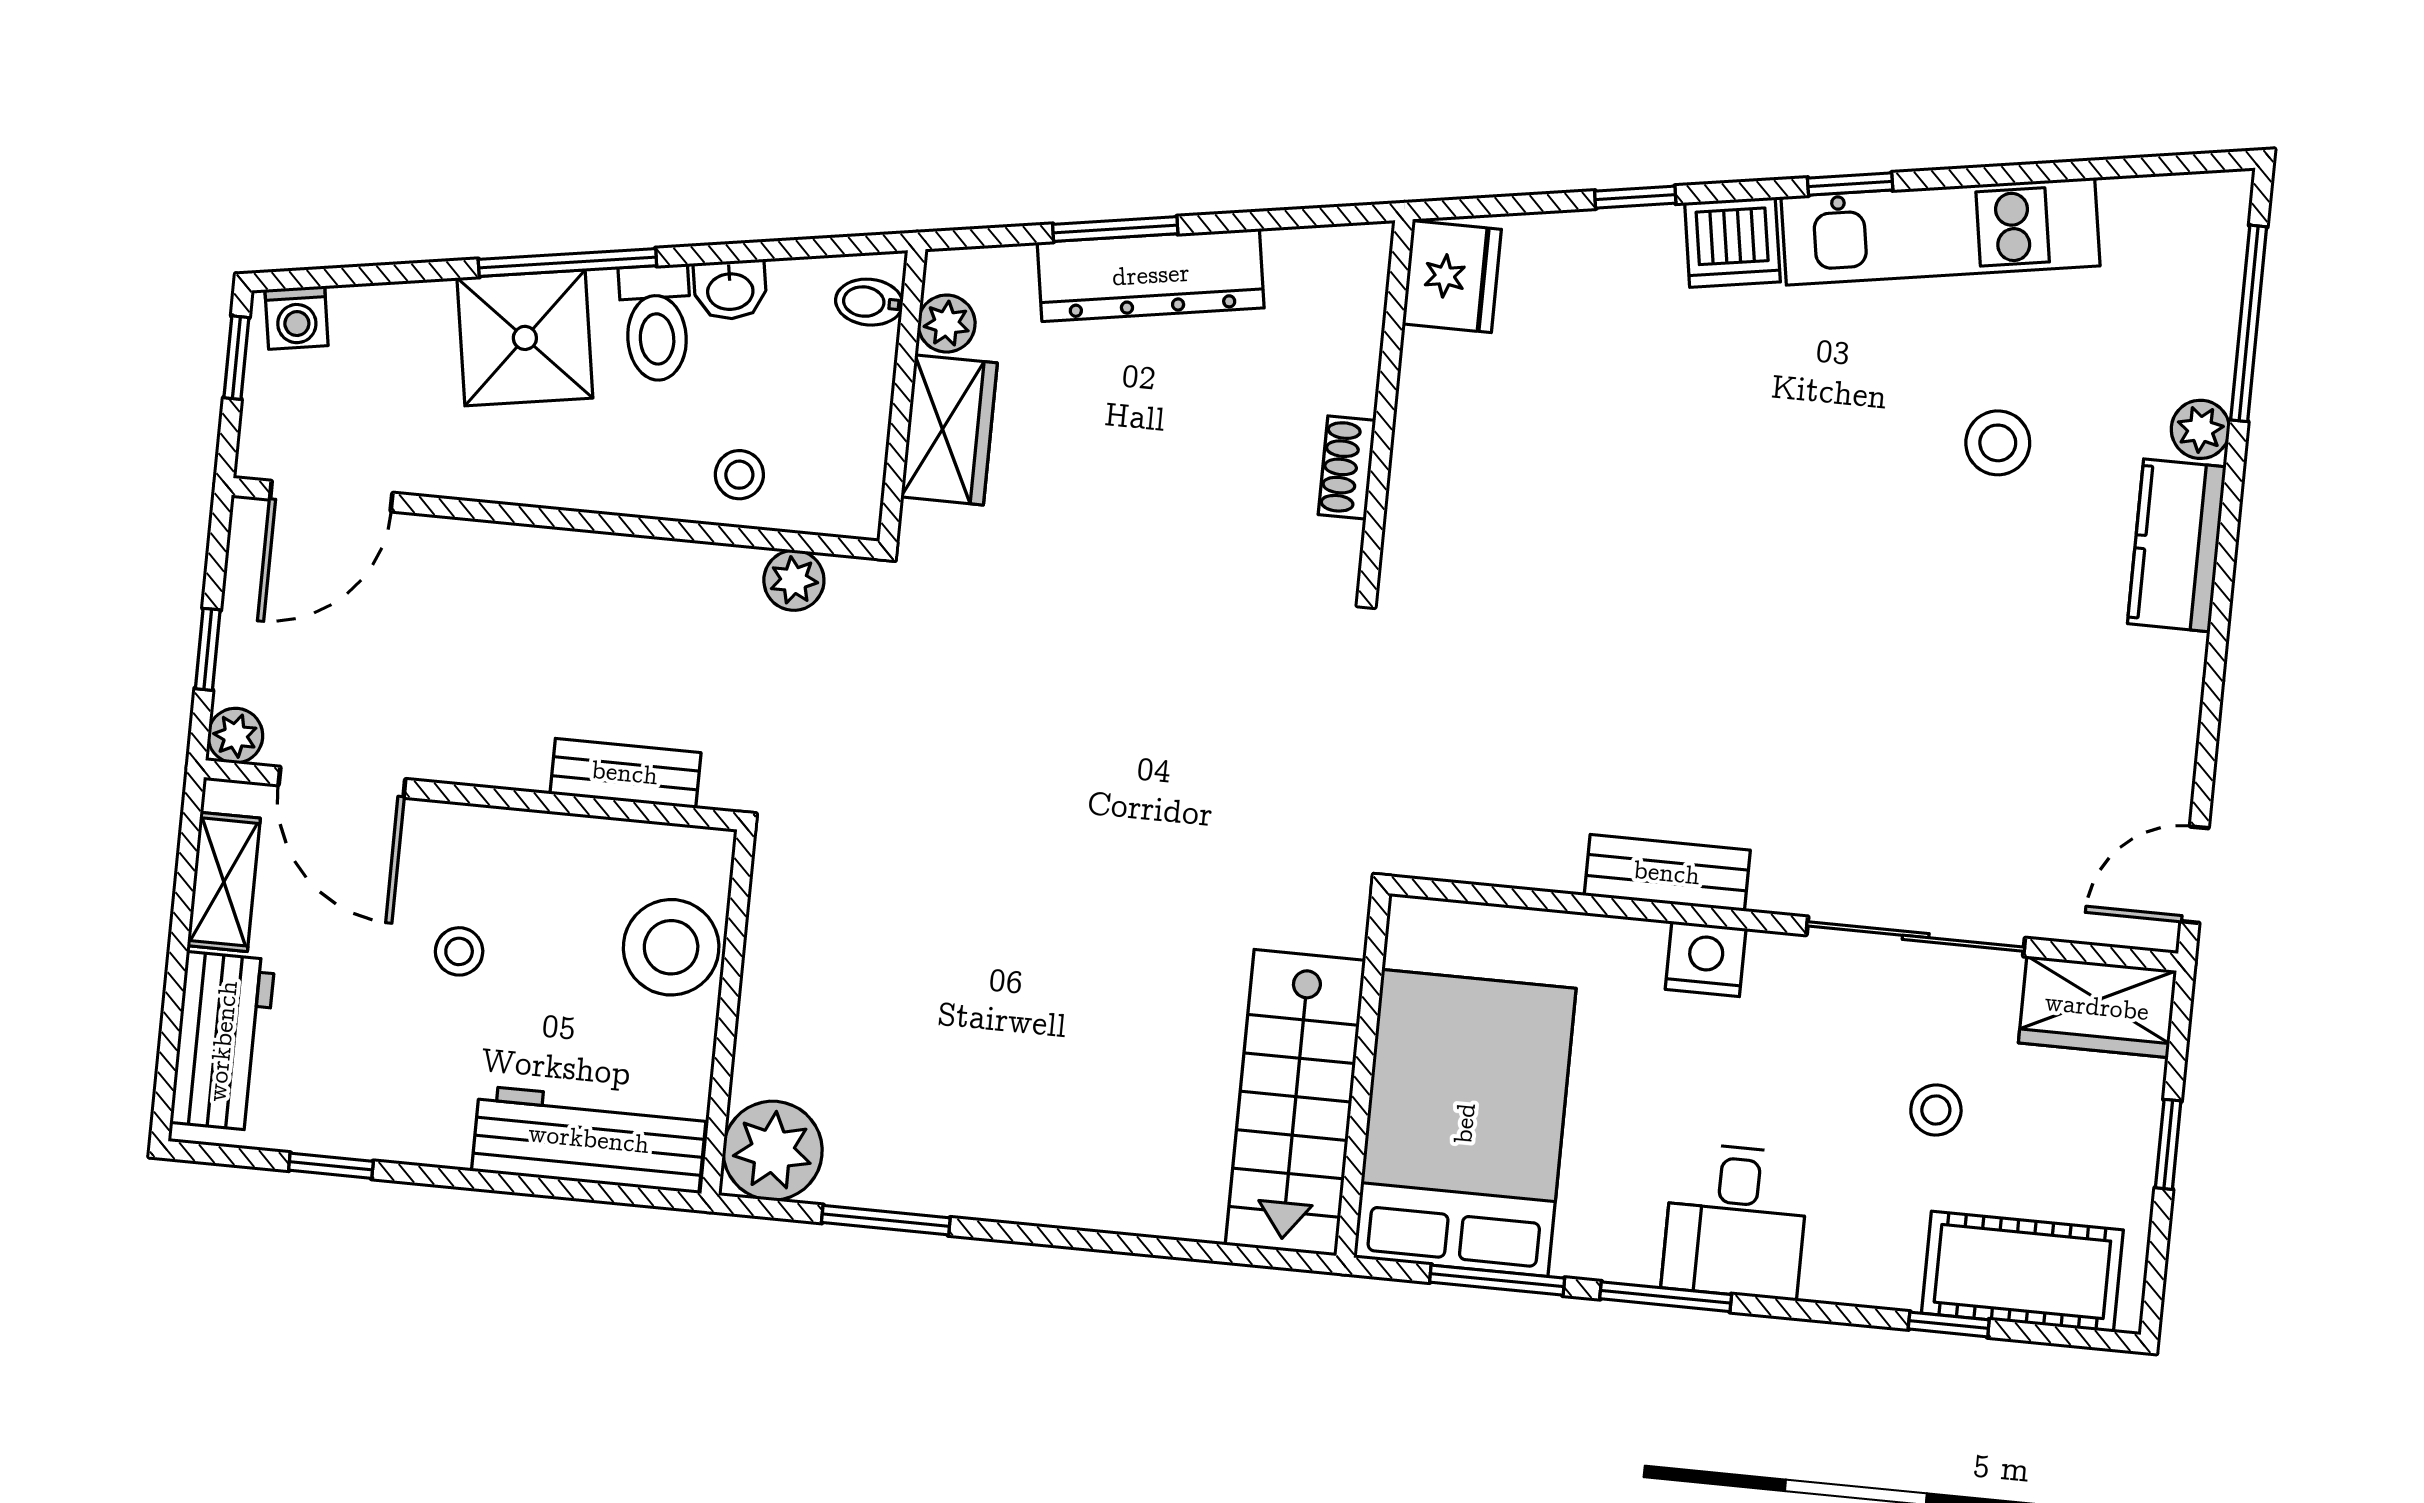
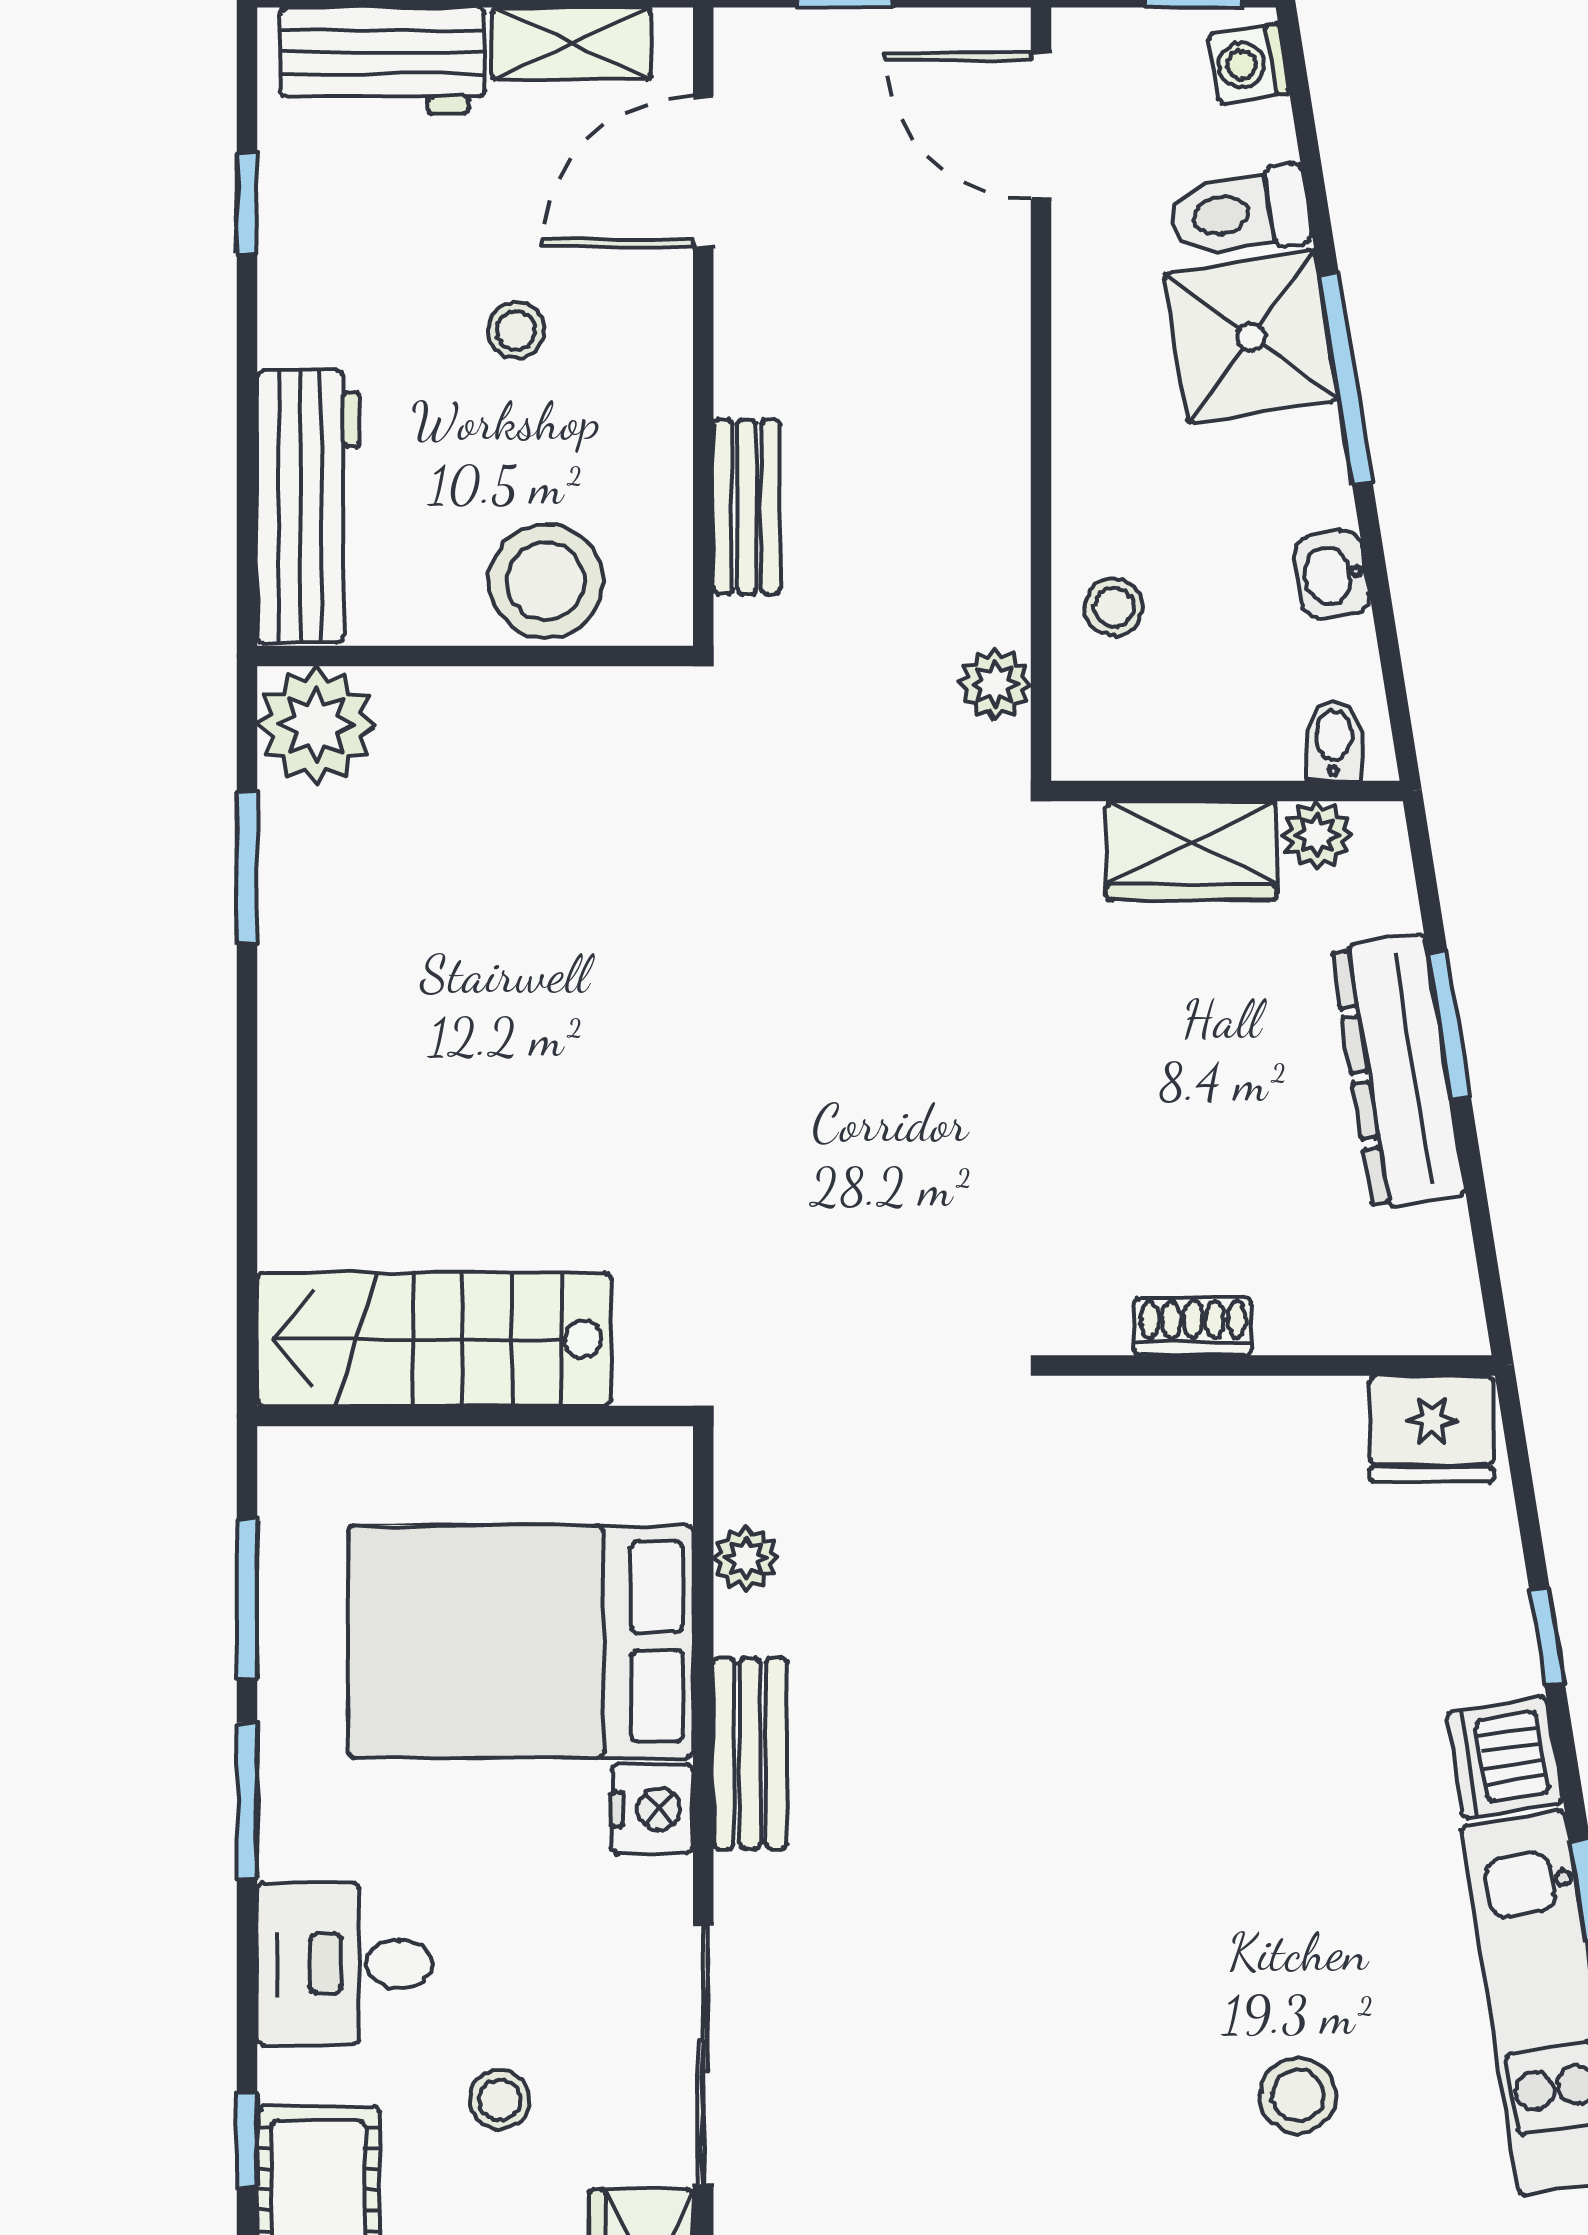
toilet: (656, 323) -> (1240, 213), moved
plant: (235, 736) -> (746, 1558), moved
bed: (1465, 1123) -> (521, 1641), moved, turned 180
desk: (1736, 1221) -> (345, 1964), moved

